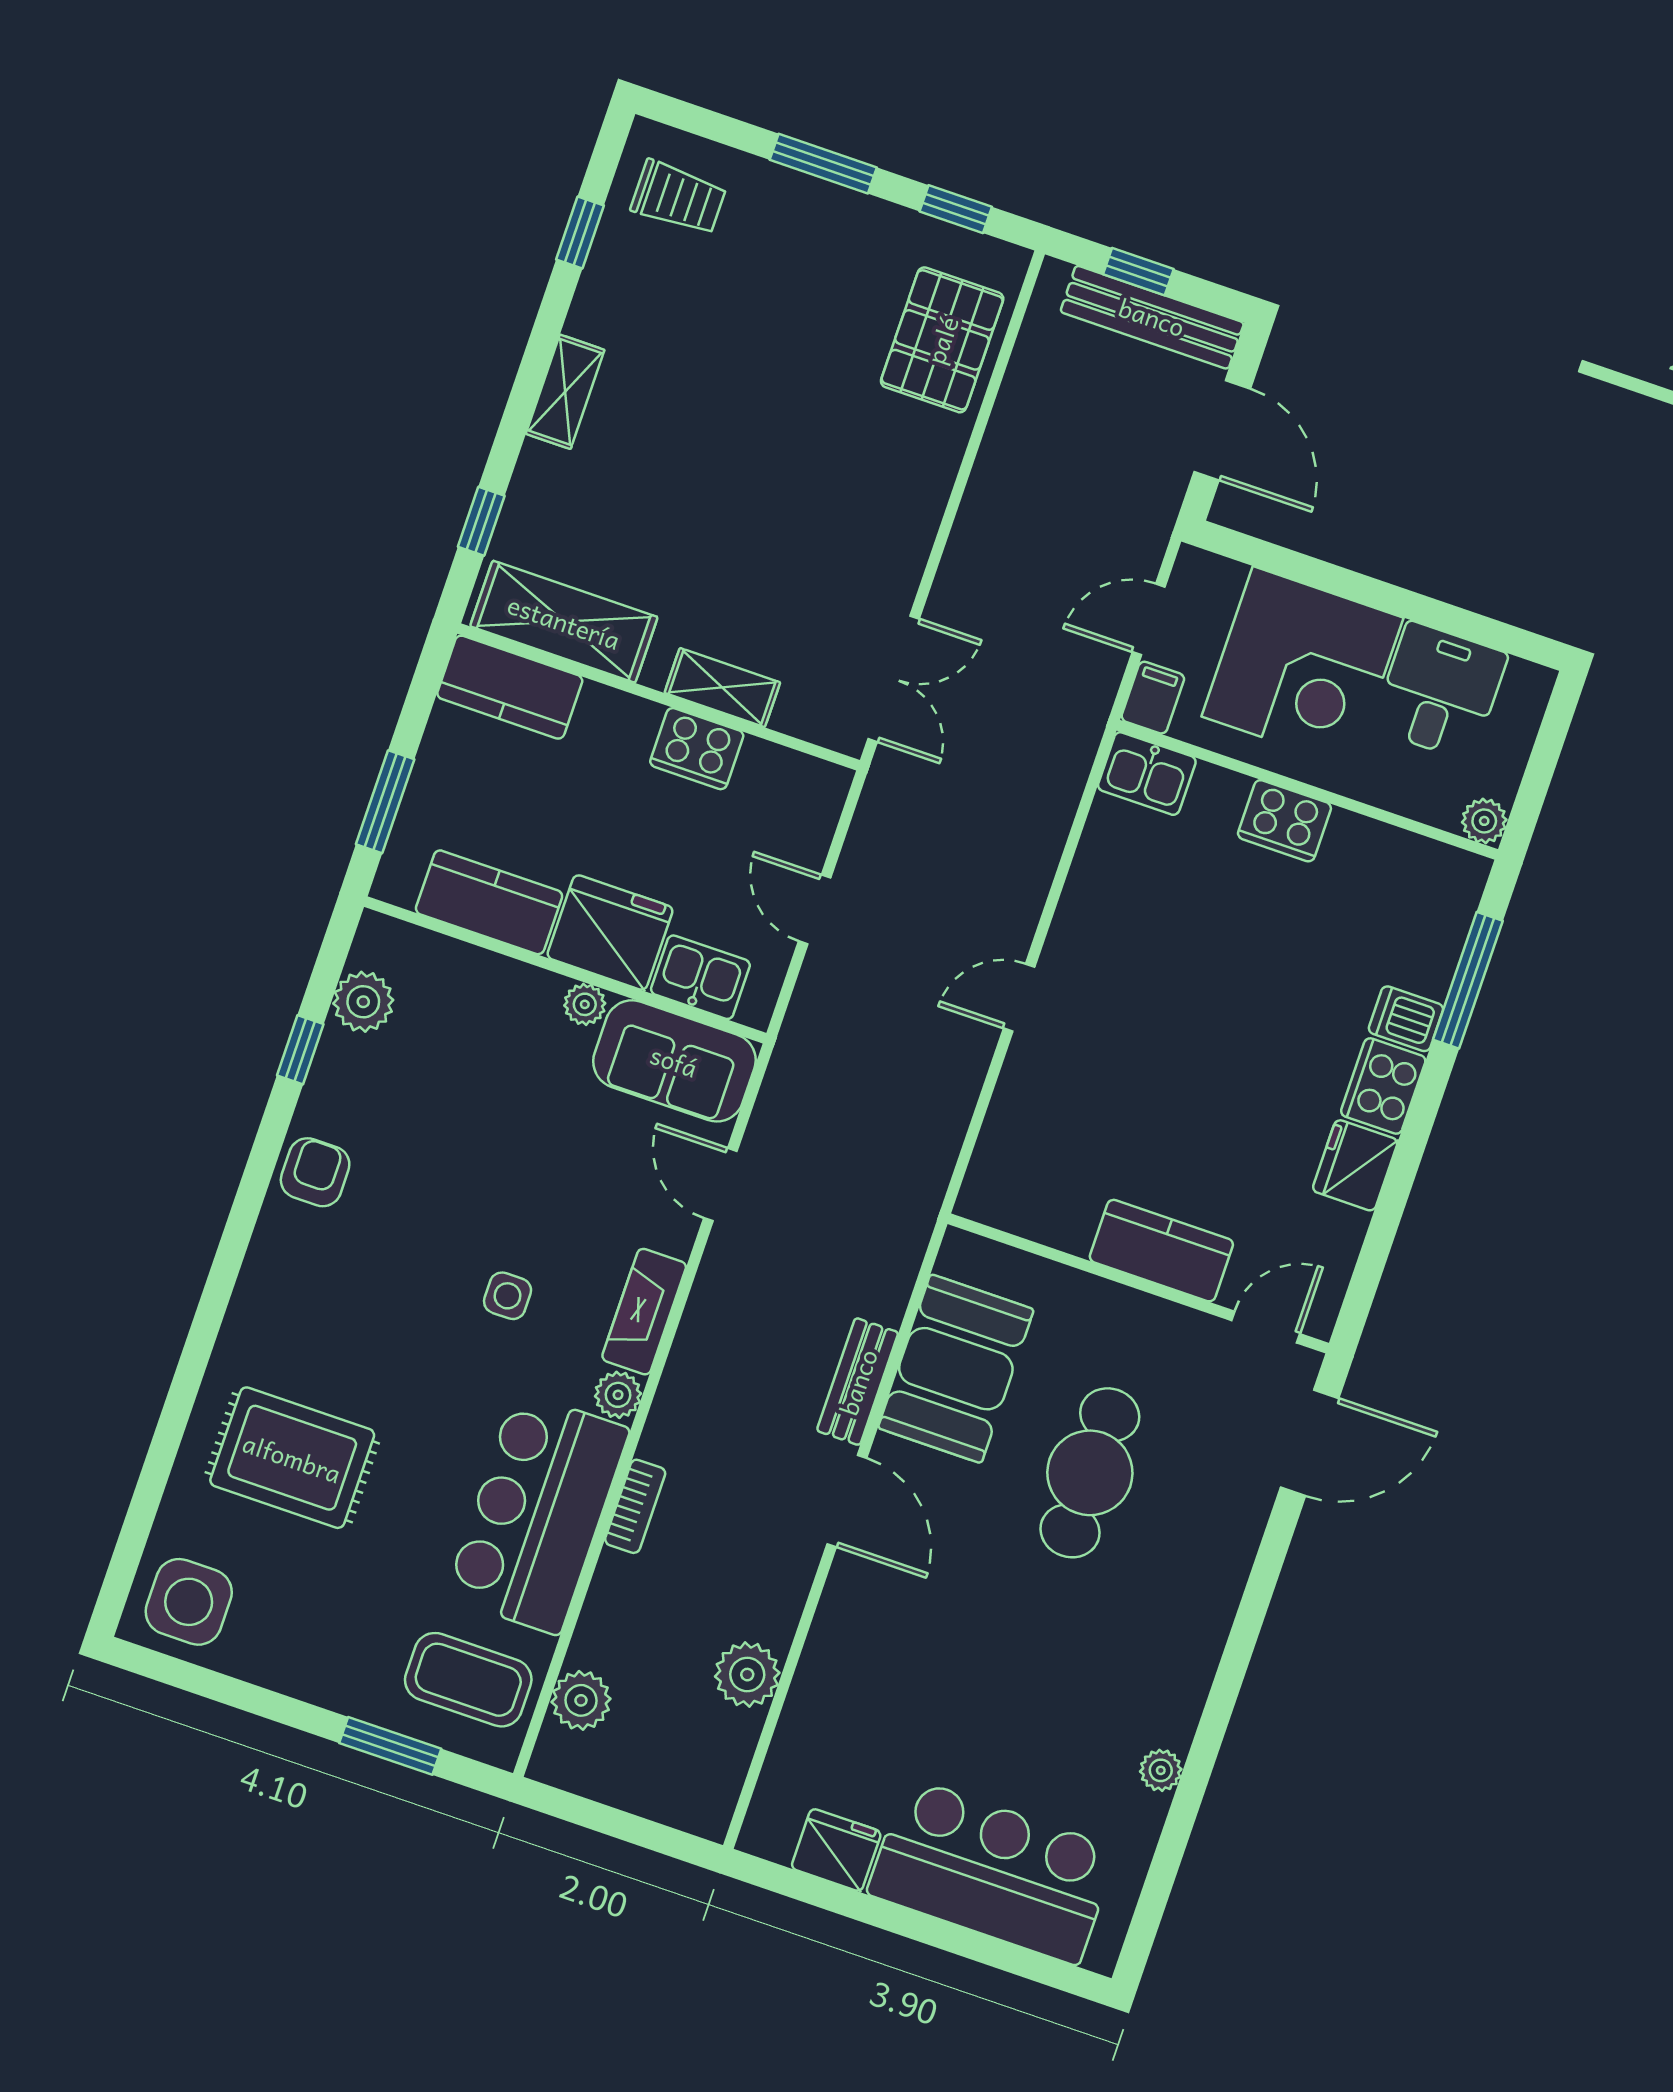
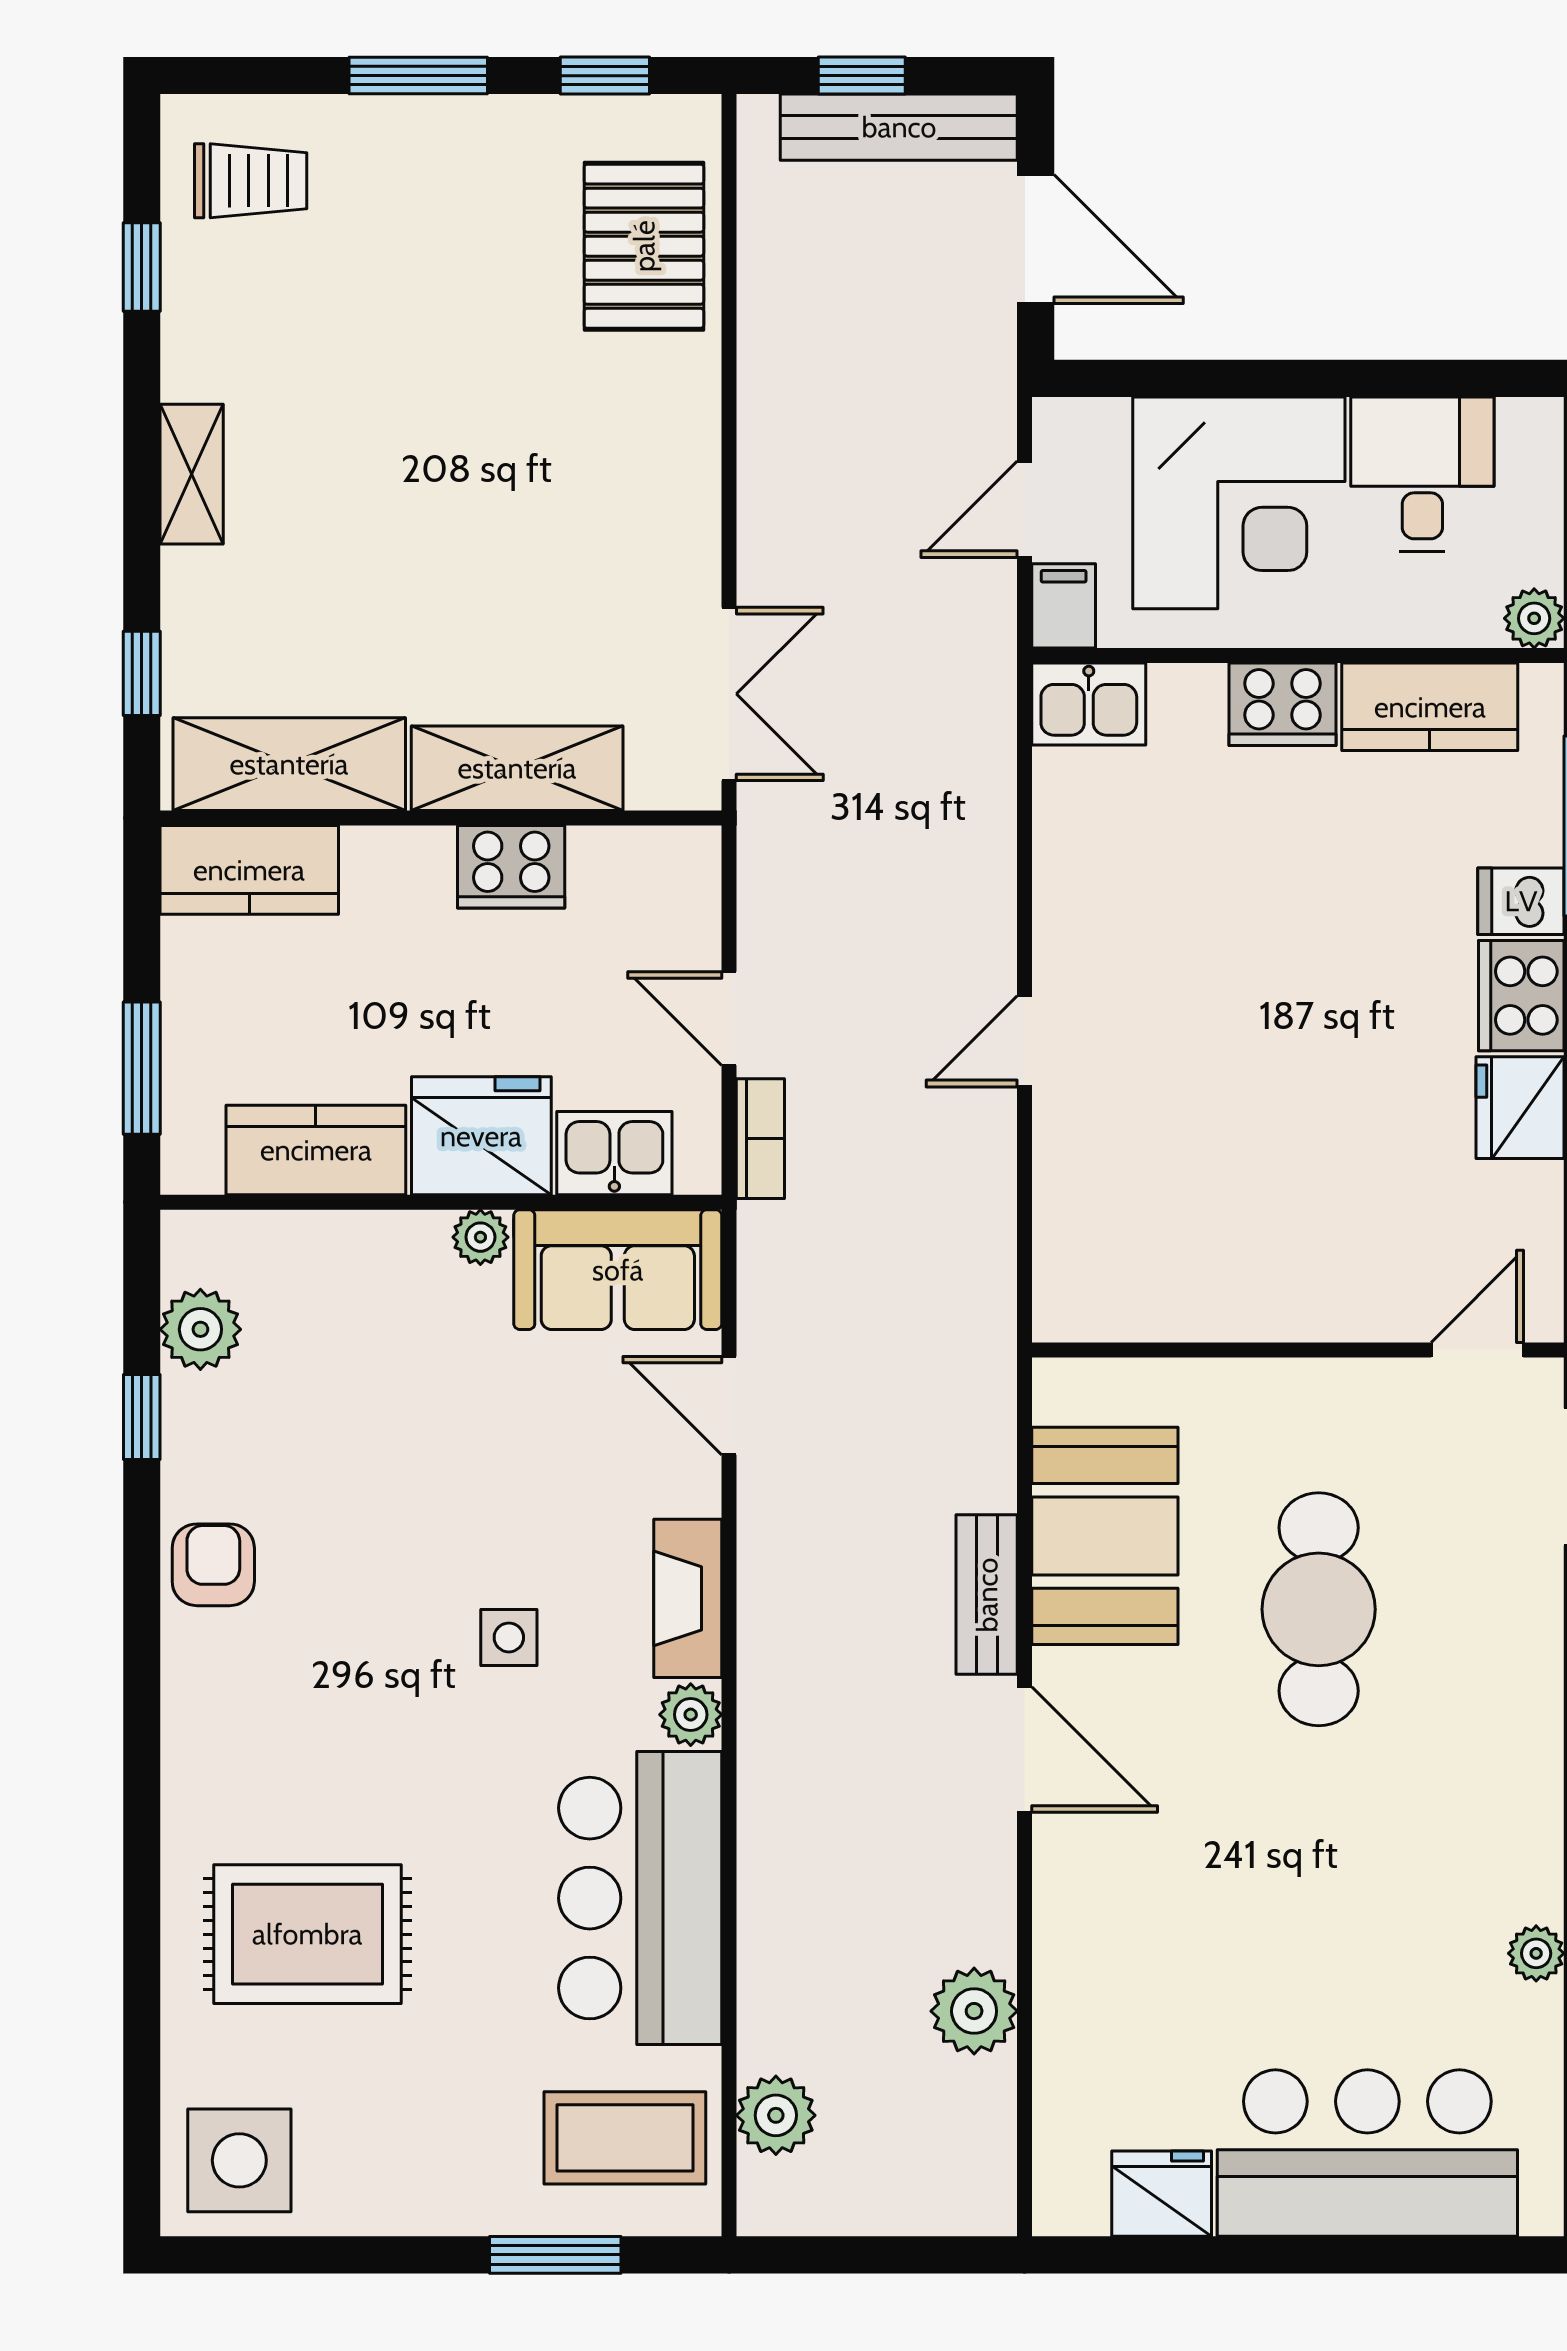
shelving: (722, 688) -> (517, 768), width x1.50, depth x1.33
kitchen counter: (1161, 1251) -> (1430, 707), moved, turned 180
bookcase: (635, 1506) -> (760, 1139), moved

